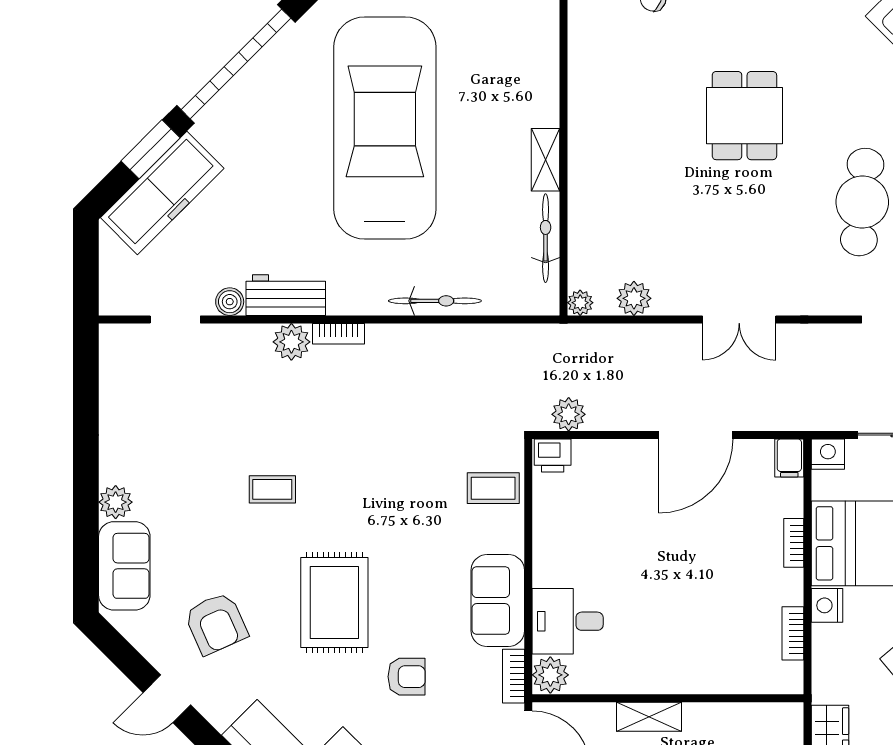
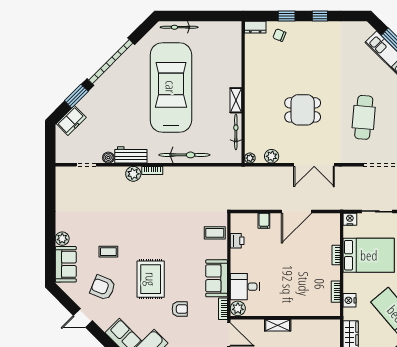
dining table: (744, 116) -> (303, 110), moved, turned 90
freezer: (162, 193) -> (71, 121), width x0.52, depth x0.79
bicycle: (435, 301) -> (184, 155), width x1.37, depth x1.40
double door: (739, 319) -> (314, 165), width x1.37
plant: (569, 414) -> (245, 203), removed
printer: (553, 455) -> (237, 241), moved, turned -90
filing cabinet: (789, 458) -> (264, 221), moved
coffee table: (272, 489) -> (108, 252), moved
nightstand: (827, 605) -> (349, 300), moved
armchair: (216, 623) -> (103, 288), turned 136

